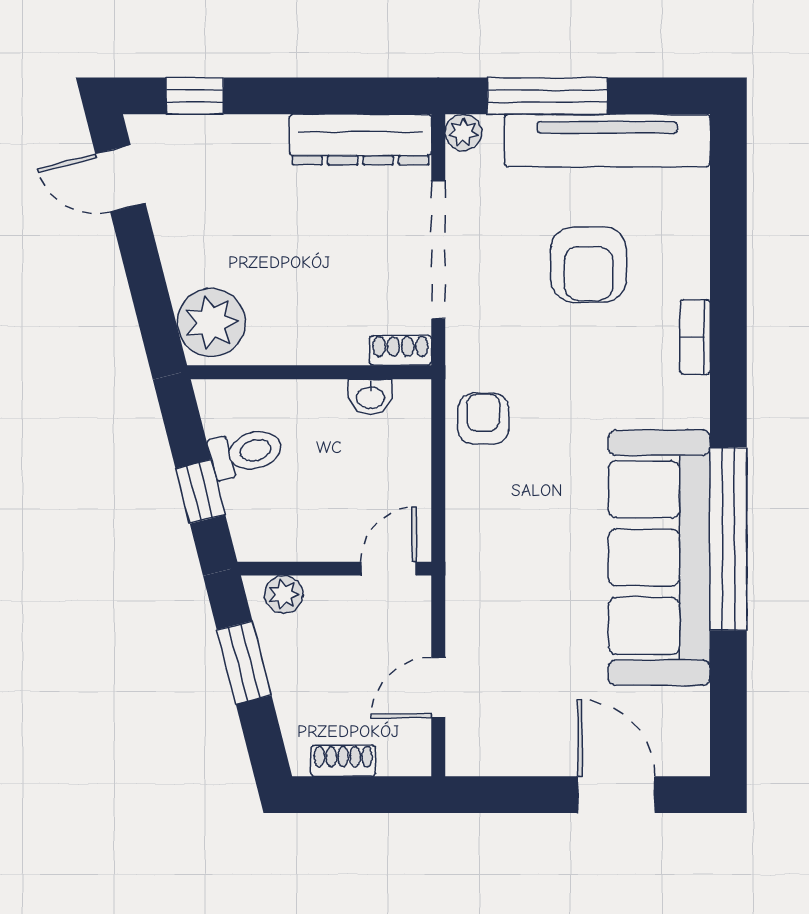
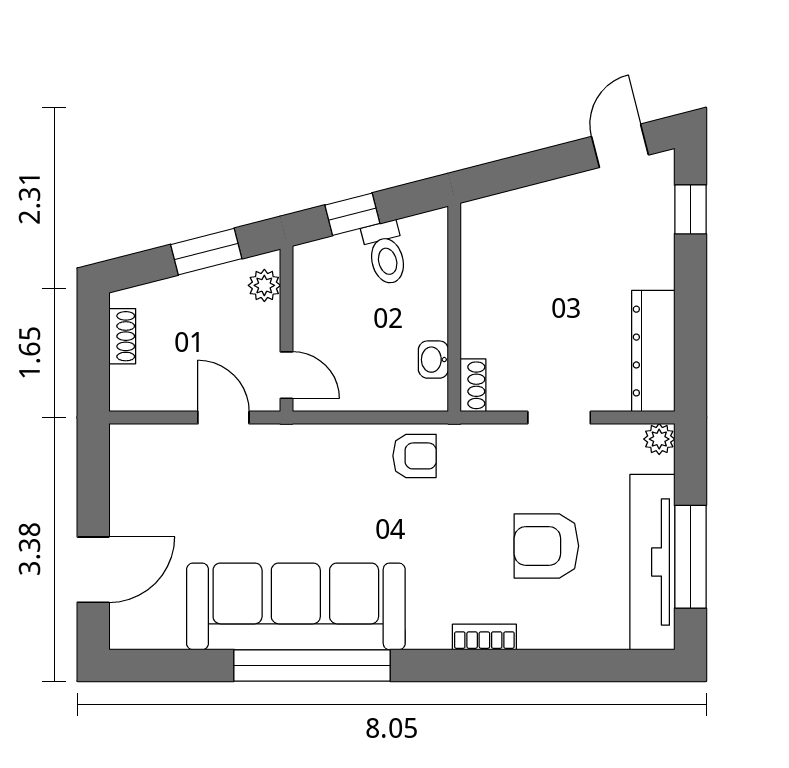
window: (547, 96) -> (690, 557), moved
doorway: (438, 250) -> (559, 418), width x0.53
plant: (211, 322) -> (497, 223), removed
door: (438, 688) -> (223, 418), moved

